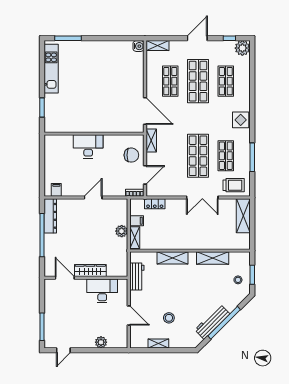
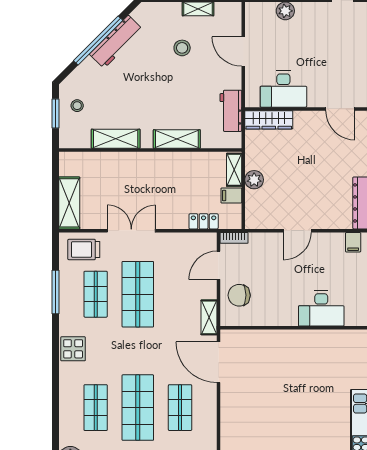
desk: (88, 146) -> (321, 308), moved
wardrobe: (90, 271) -> (269, 120), moved

